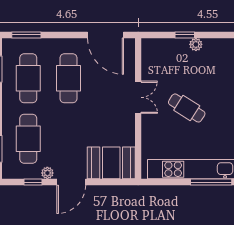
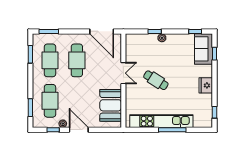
booth: (111, 163) -> (111, 105), moved, turned 90
door: (71, 182) -> (79, 130), swing flipped

